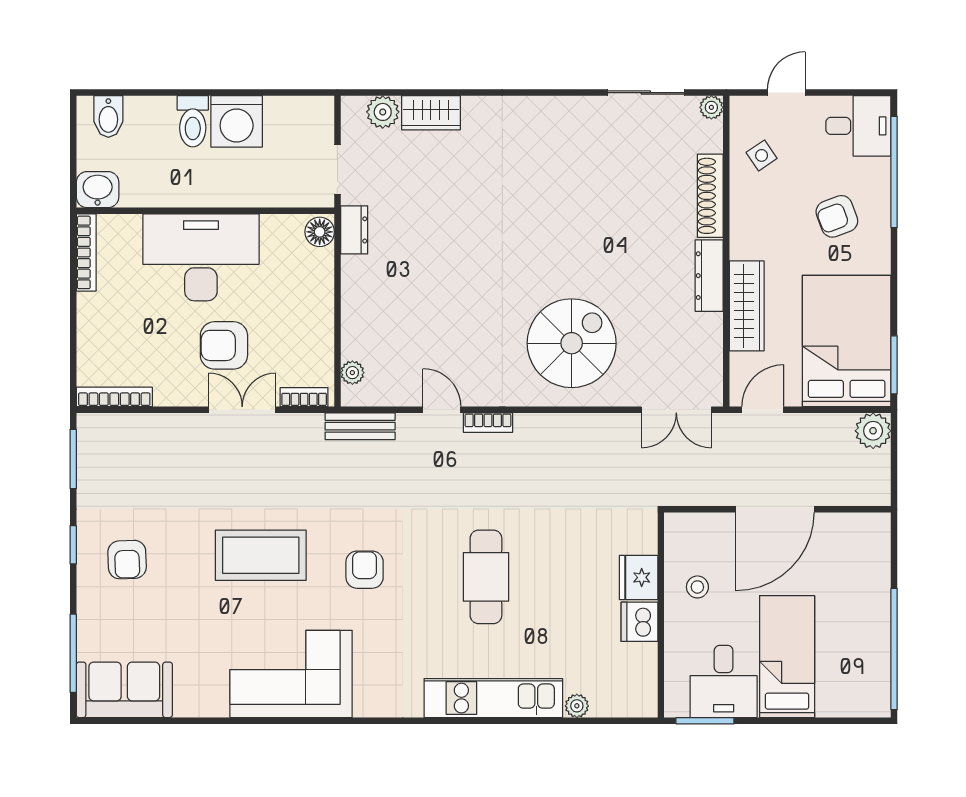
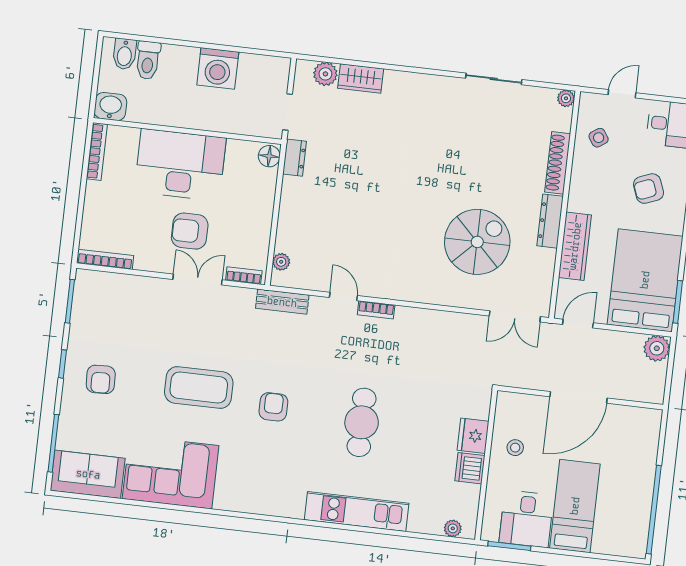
sliding door: (646, 93) -> (494, 79), moved
toilet: (193, 121) -> (148, 60), moved
spiral stairs: (572, 343) -> (477, 242), moved
corner sofa: (291, 674) -> (171, 472), moved
plant: (577, 706) -> (453, 528), moved

